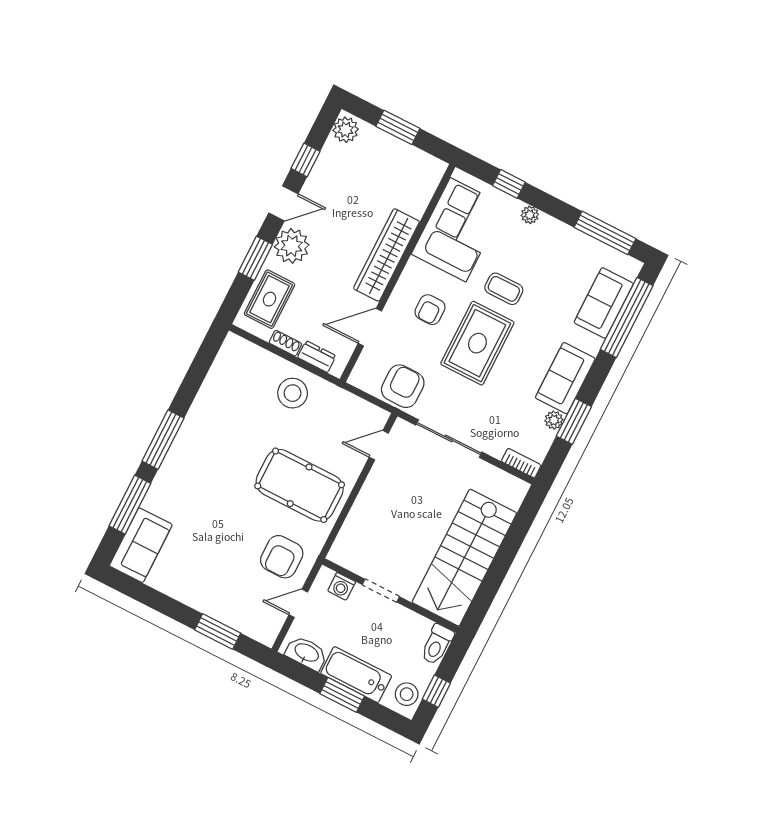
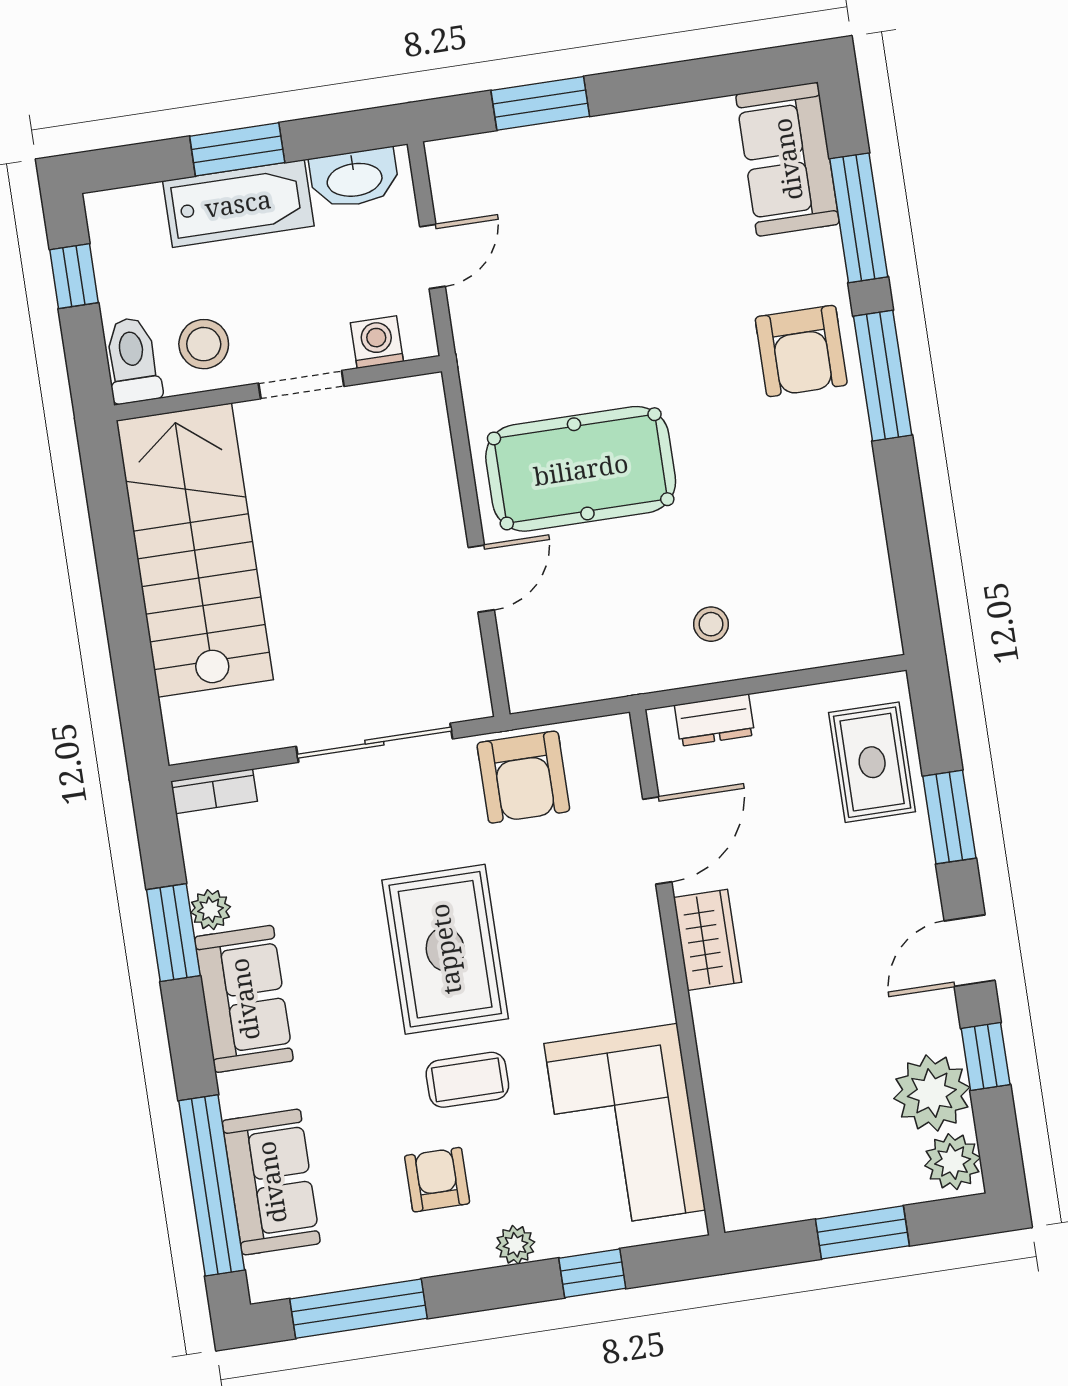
plant: (292, 246) -> (932, 1093), moved
wardrobe: (386, 255) -> (707, 940), width x0.48, depth x0.85
armchair: (430, 310) -> (437, 1180), moved
shoe rack: (285, 343) -> (787, 704), removed
stool: (293, 393) -> (711, 624), width x0.53, depth x0.53
door: (379, 445) -> (481, 579), moved
armchair: (282, 557) -> (801, 351), moved, turned 180
stool: (407, 694) -> (204, 344), moved

